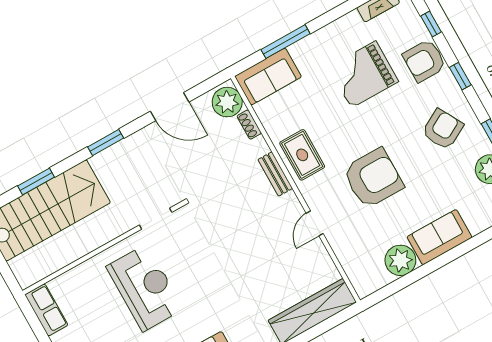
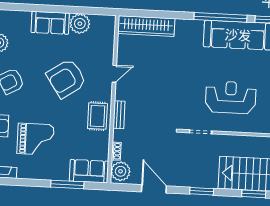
armchair: (373, 178) -> (66, 78), turned -34
reception desk: (145, 288) -> (231, 97), turned 90

